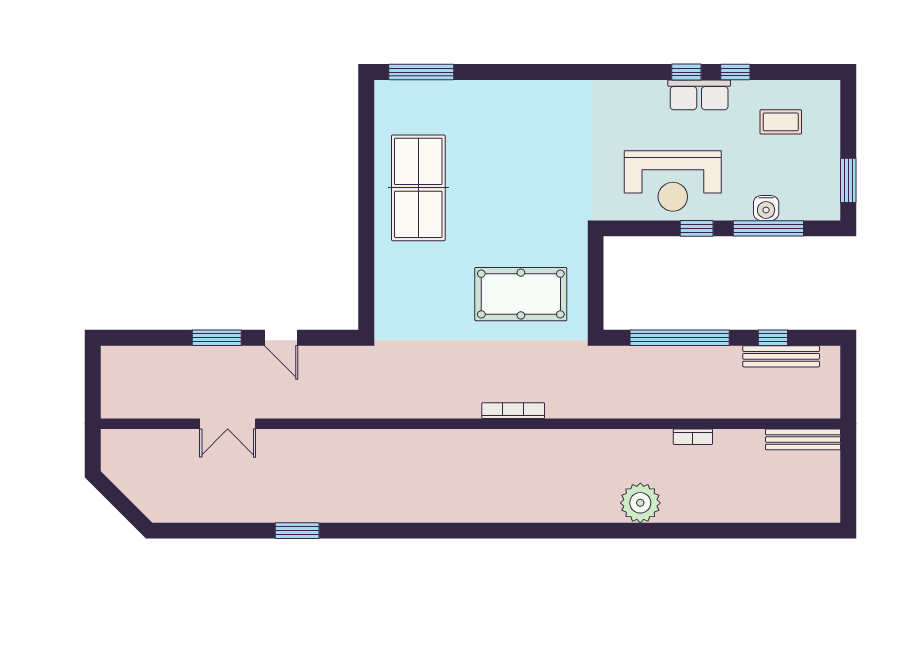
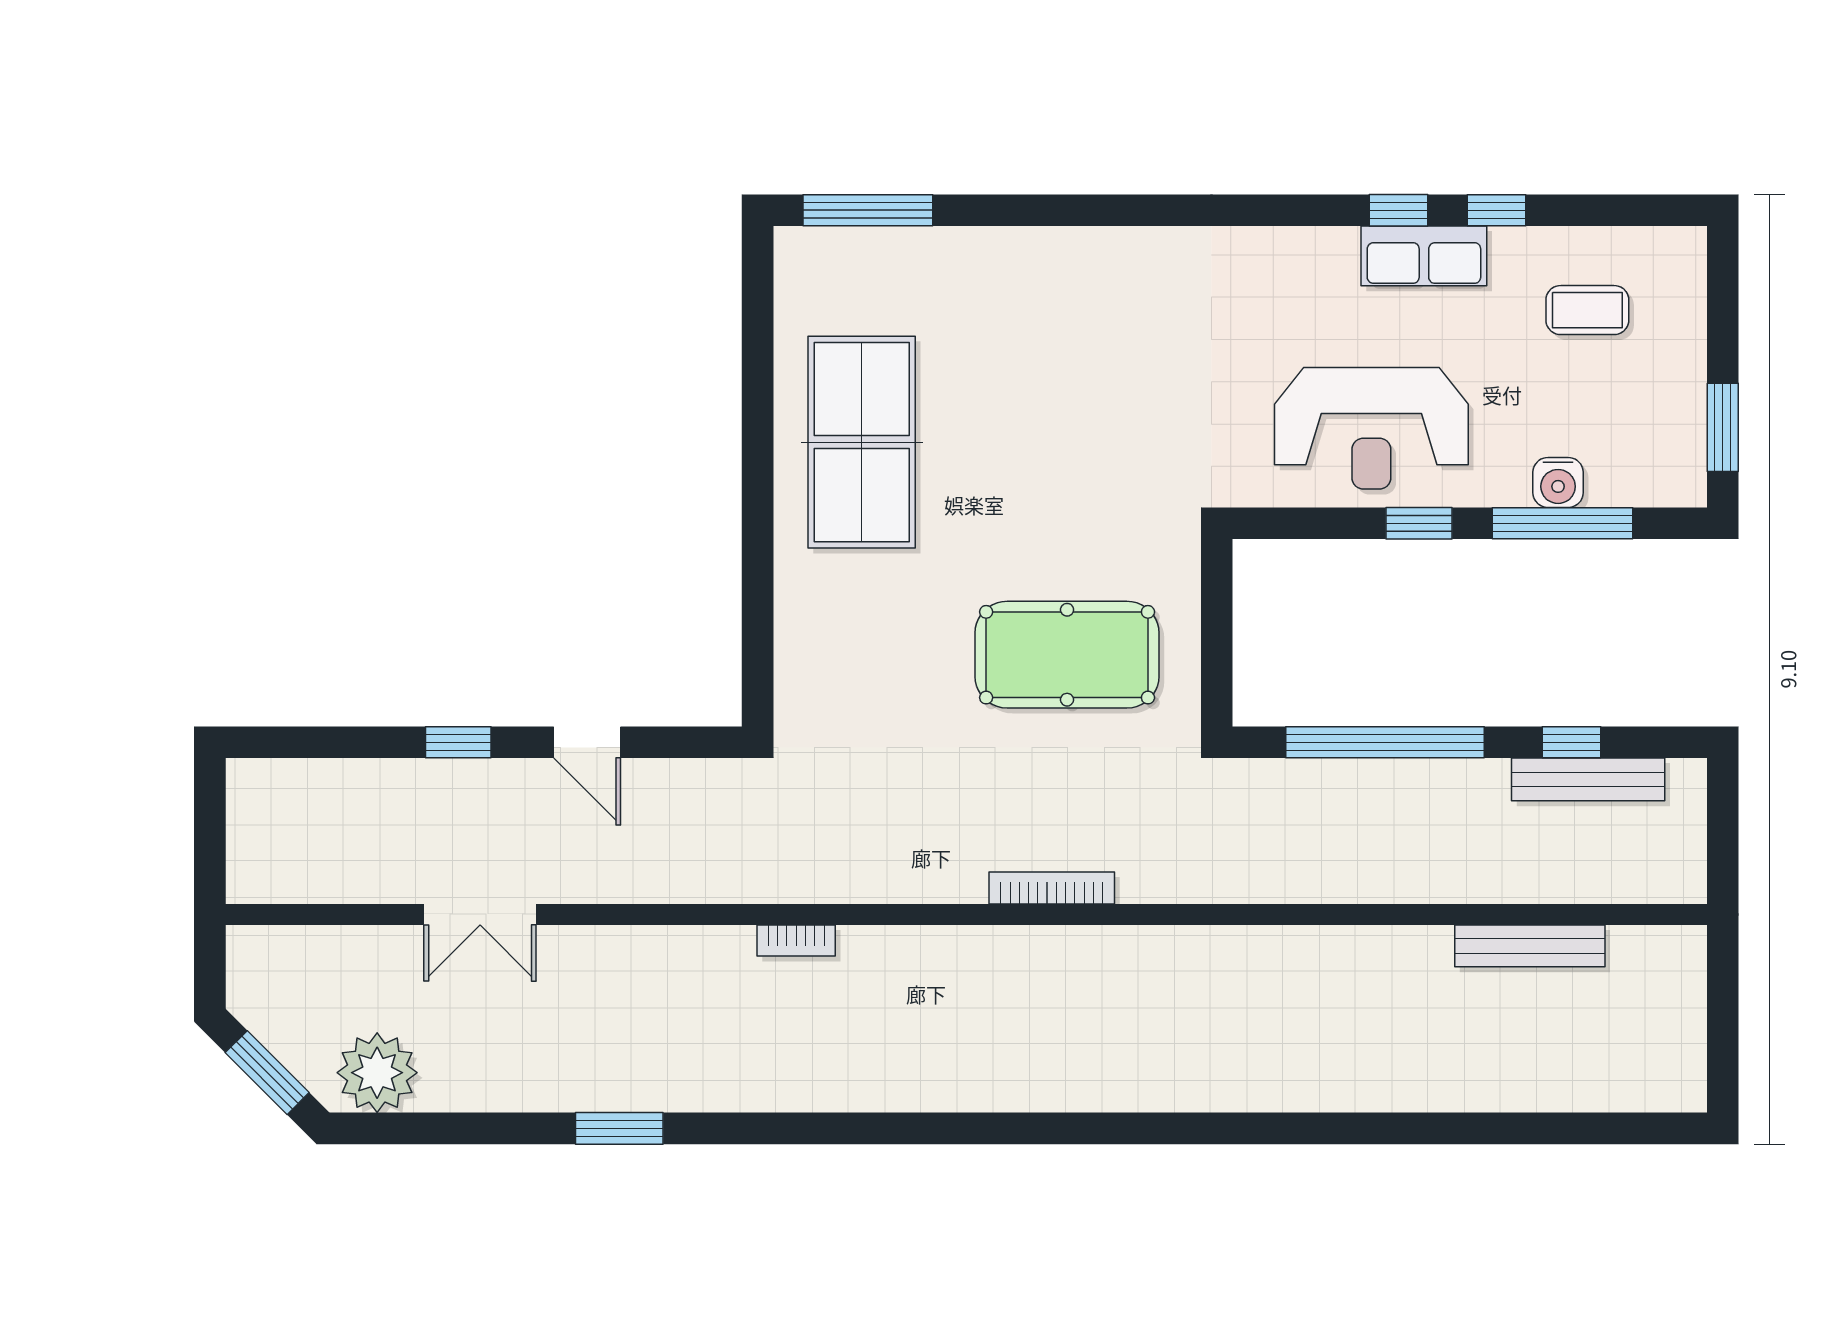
window: (217, 338) -> (458, 742), width x0.67
bookcase: (693, 437) -> (796, 941), moved
bench: (803, 439) -> (1530, 946), moved
window: (121, 503) -> (267, 1073), added
plant: (640, 503) -> (377, 1073), moved

